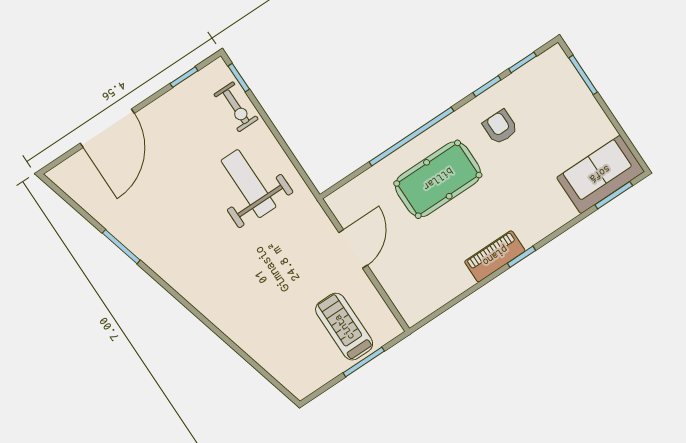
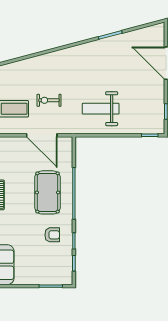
exercise bike: (236, 107) -> (49, 100), moved
weight bench: (249, 184) -> (101, 109), turned 180
door: (353, 249) -> (42, 135), width x1.36

